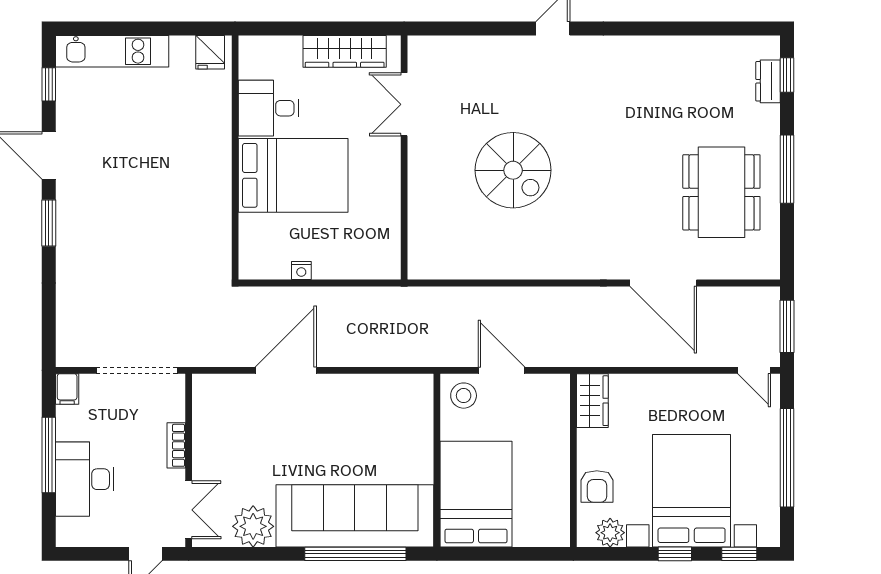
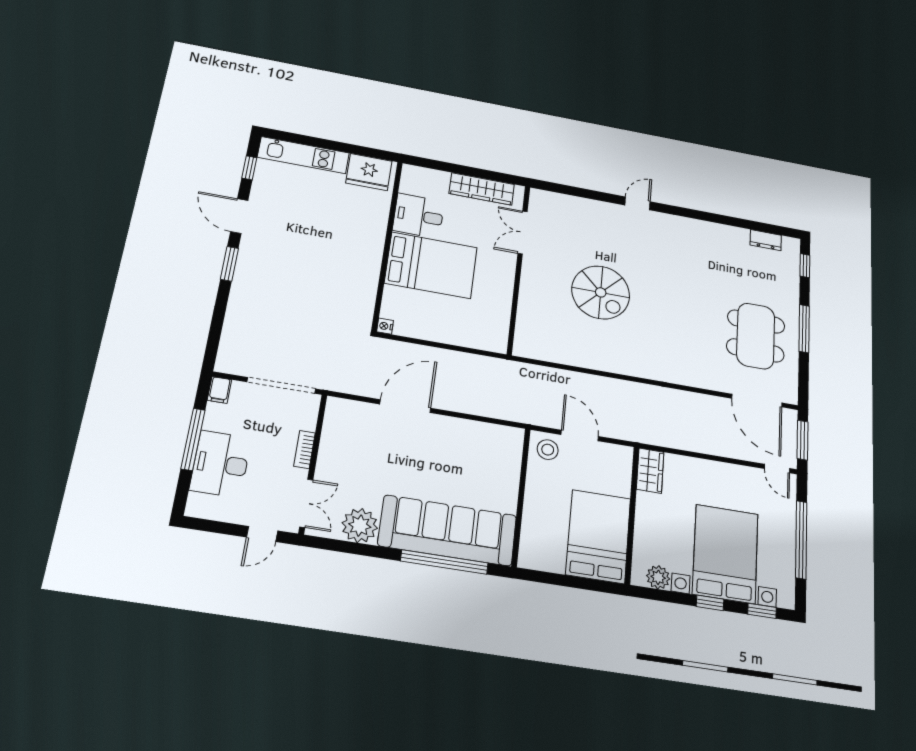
fridge: (210, 52) -> (369, 172), width x1.88, depth x1.34
dresser: (768, 81) -> (766, 240), moved, turned -90
nightstand: (301, 271) -> (385, 326), moved, turned 90
door: (663, 283) -> (757, 401), moved
armchair: (597, 486) -> (650, 538), removed
bed: (476, 494) -> (598, 536), moved

